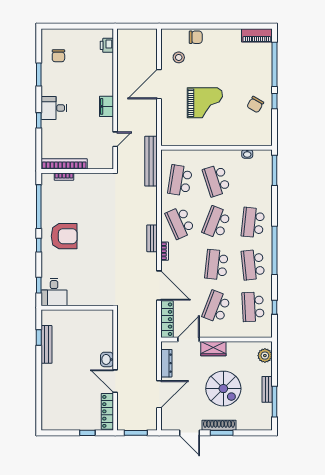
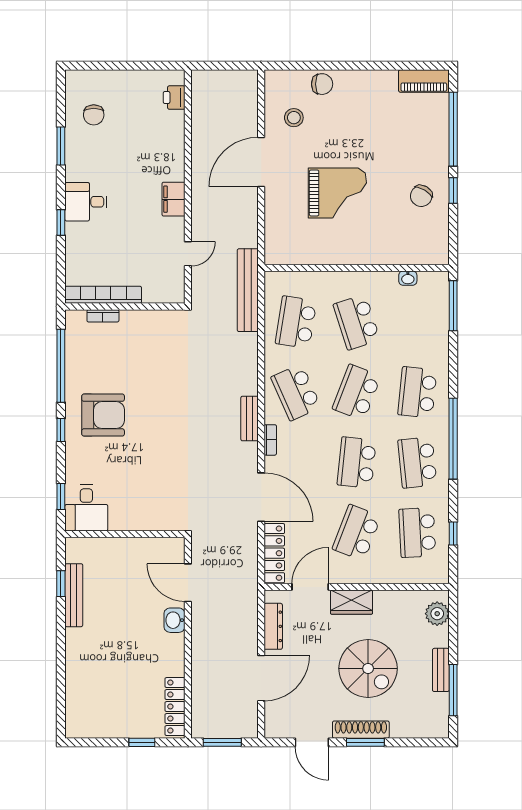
door: (115, 381) -> (188, 583), moved

